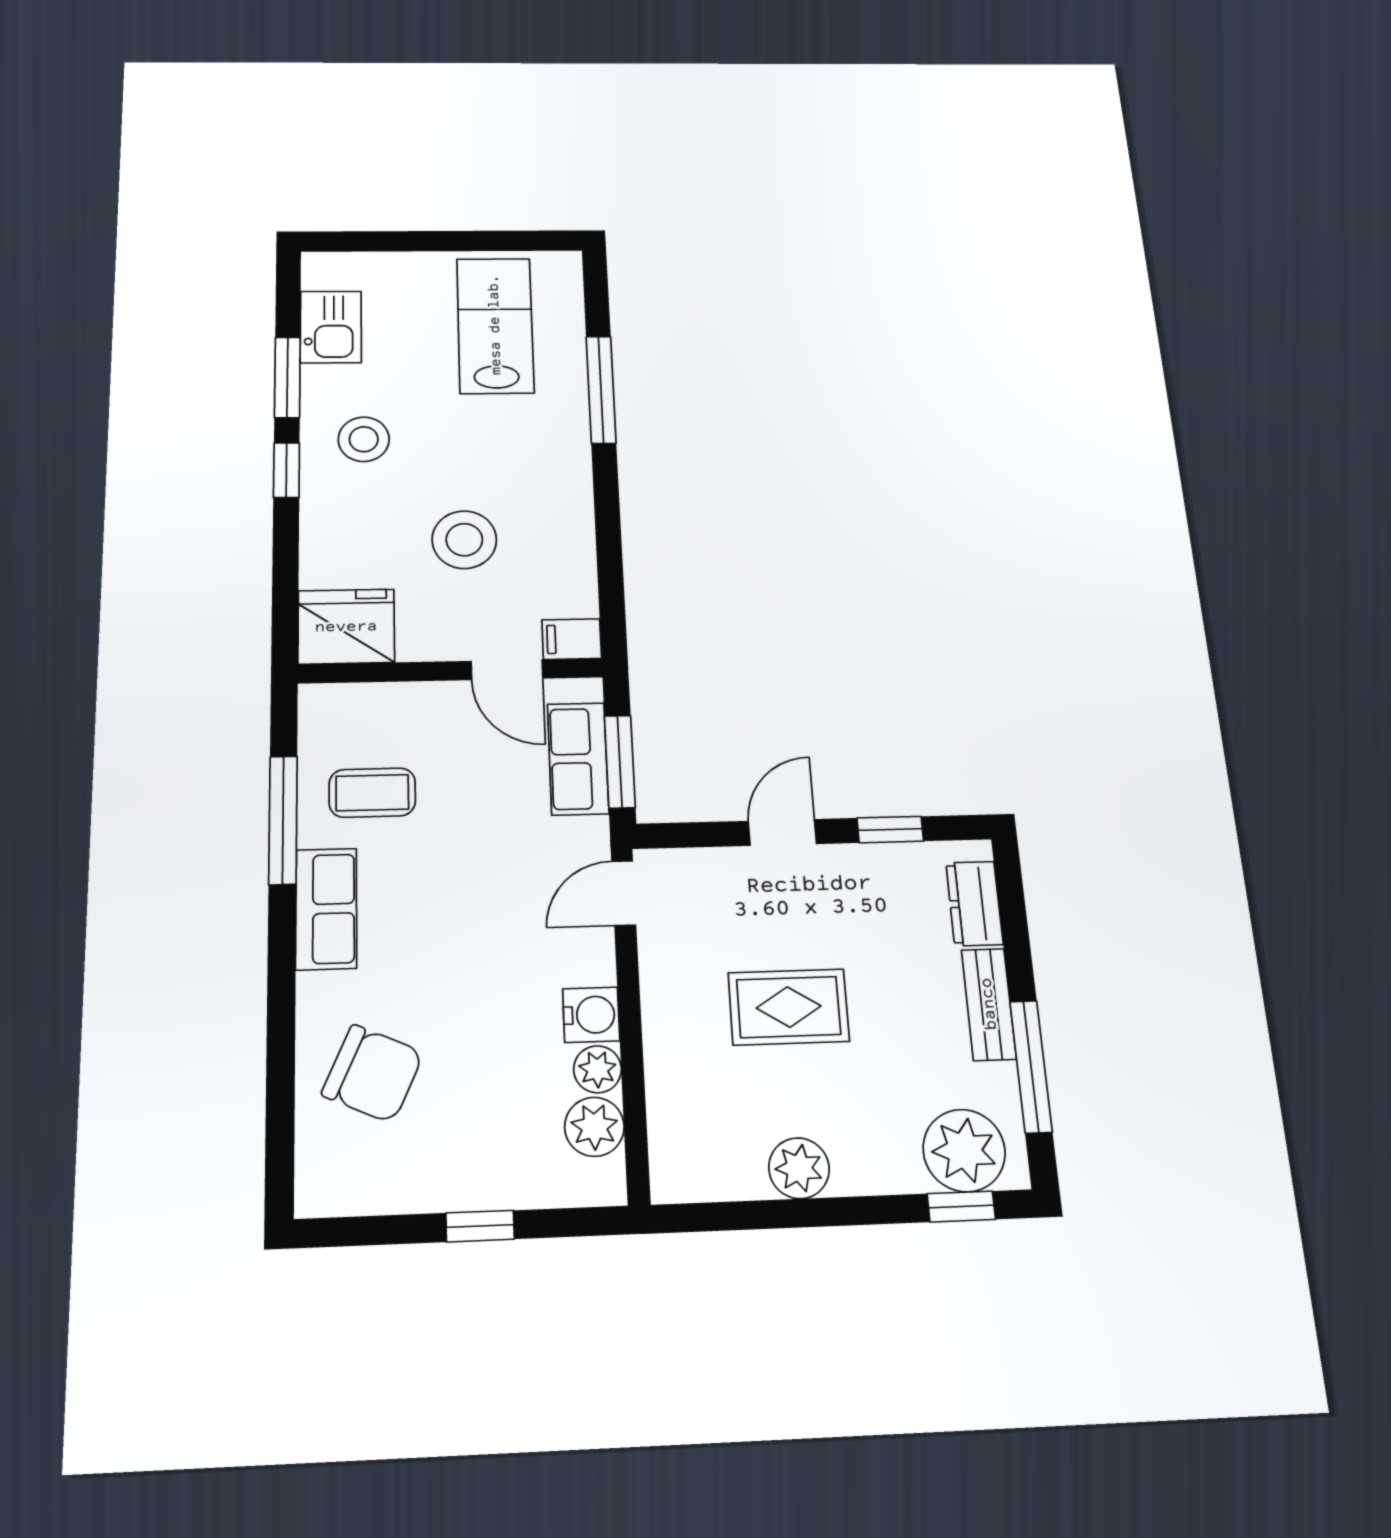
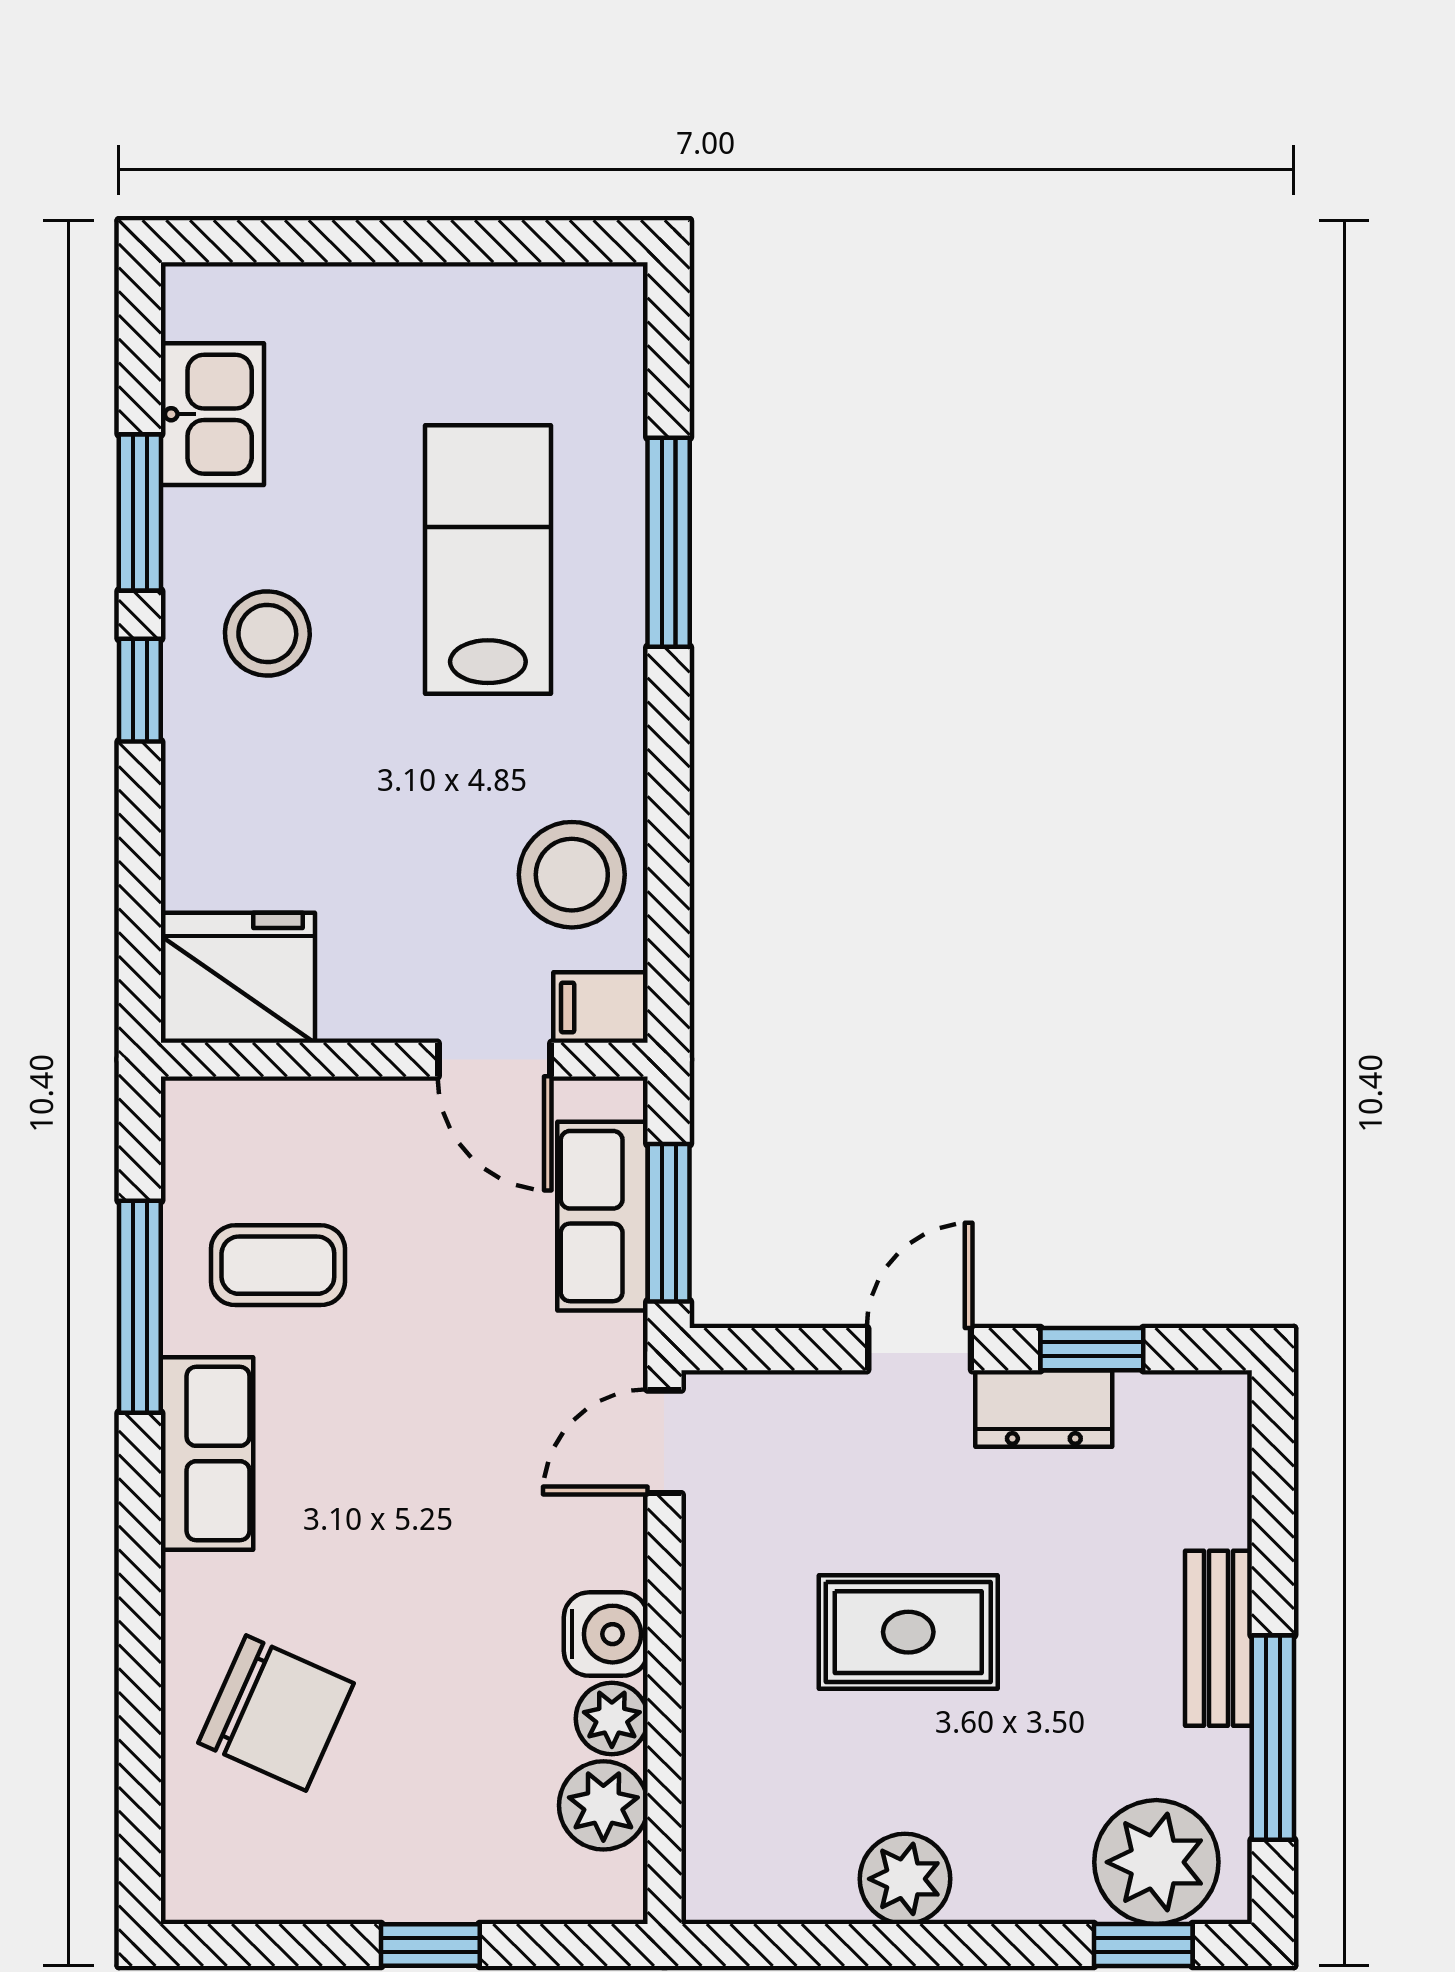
lab bench: (495, 325) -> (488, 559), moved
stool: (464, 540) -> (572, 875), moved
dresser: (974, 904) -> (1044, 1409), moved, turned -90

